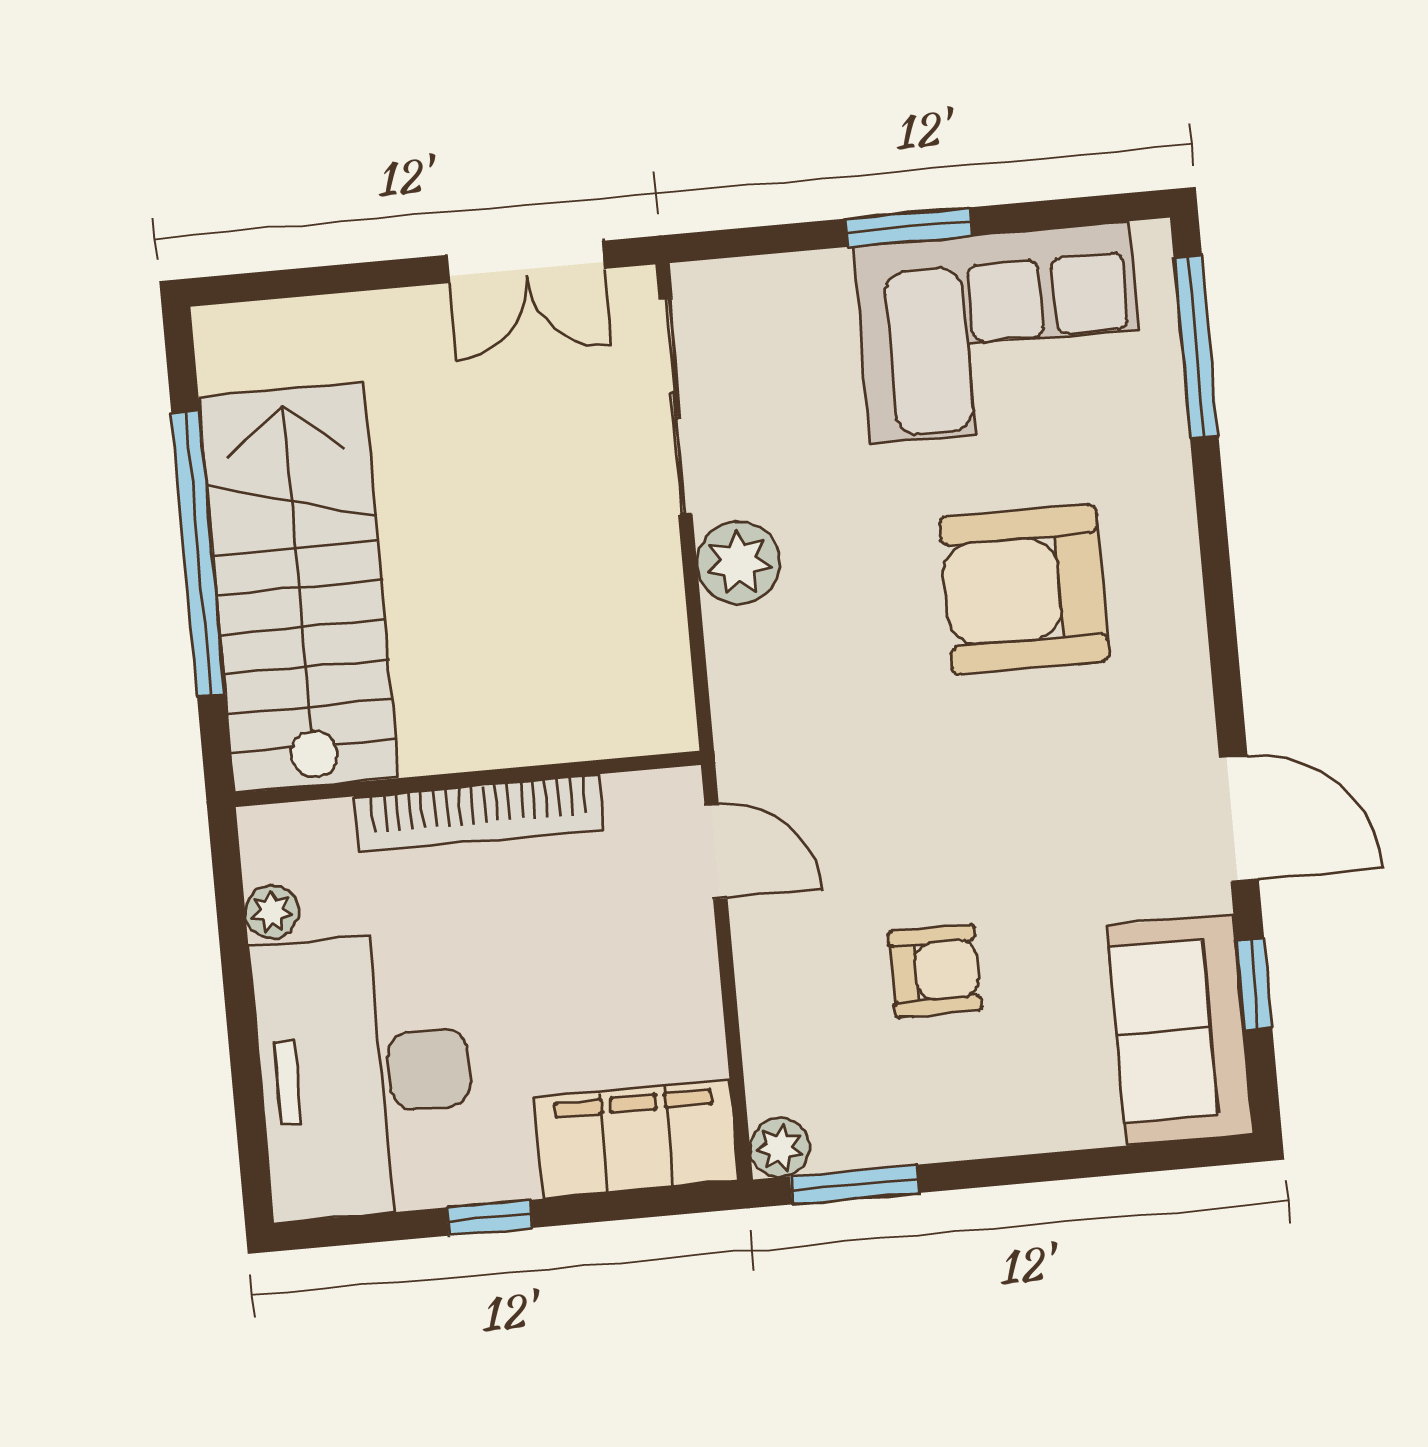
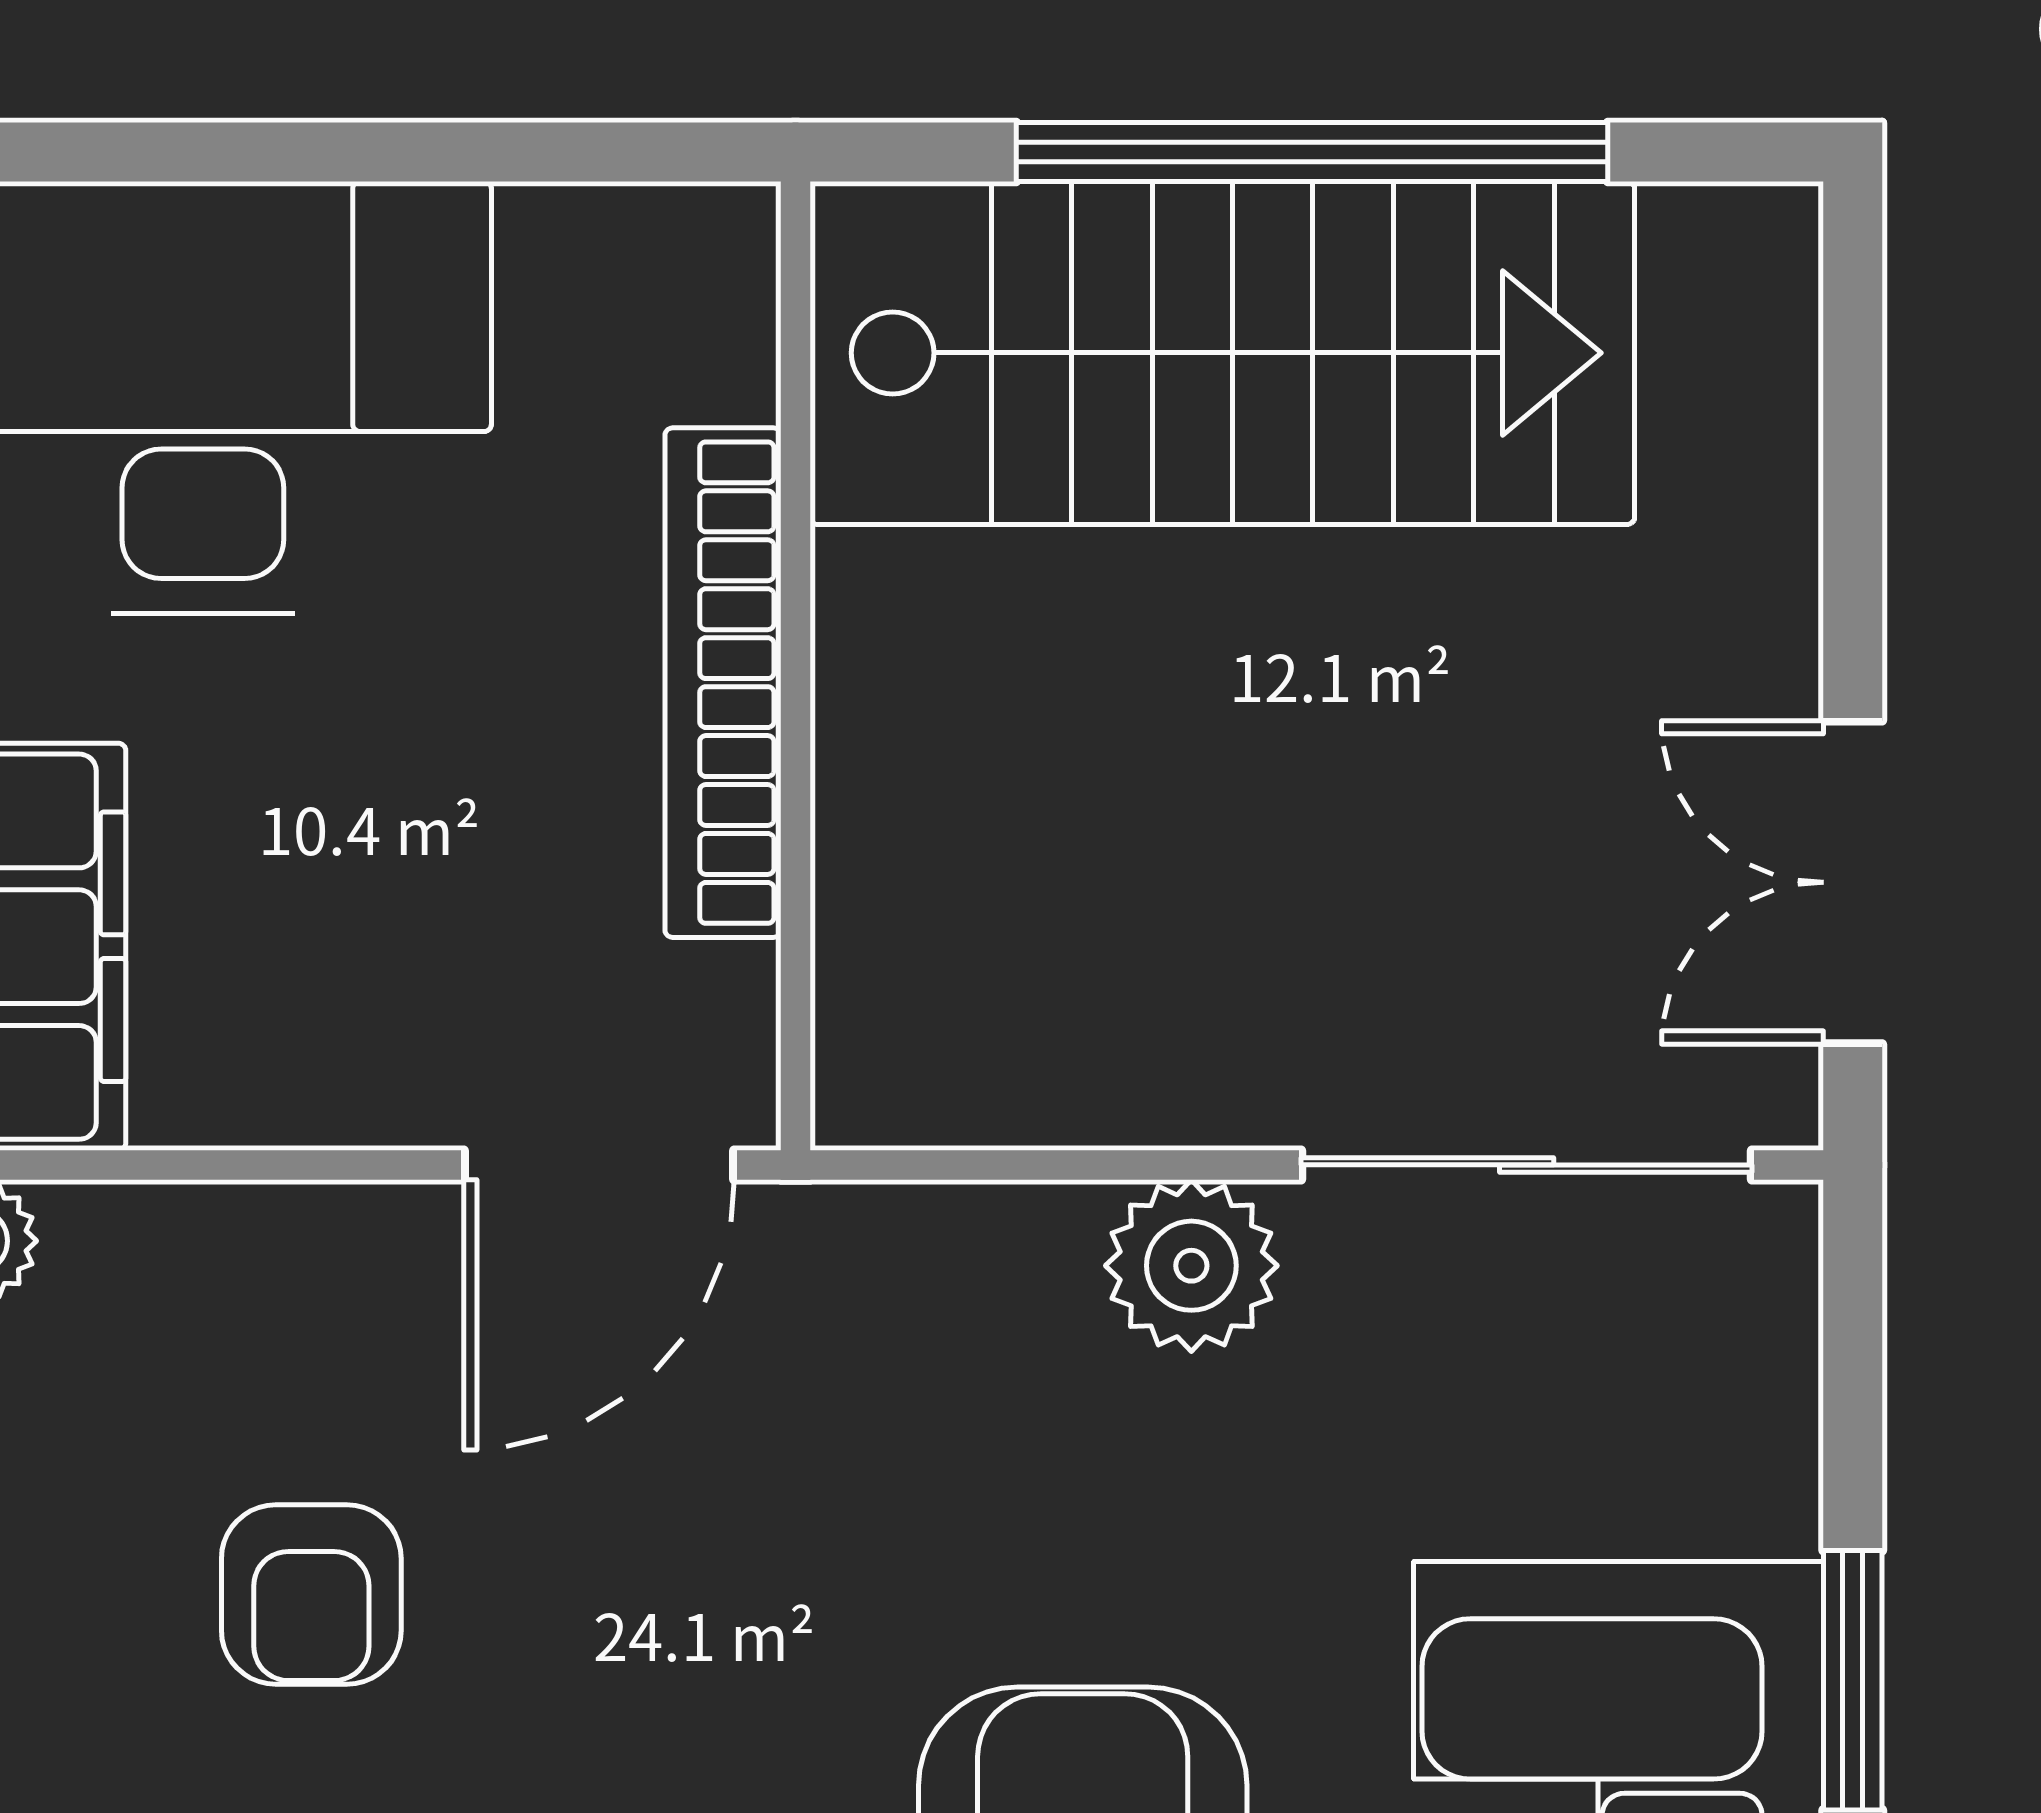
door: (716, 852) -> (599, 1165), width x1.37
plant: (272, 912) -> (558, 236), removed

